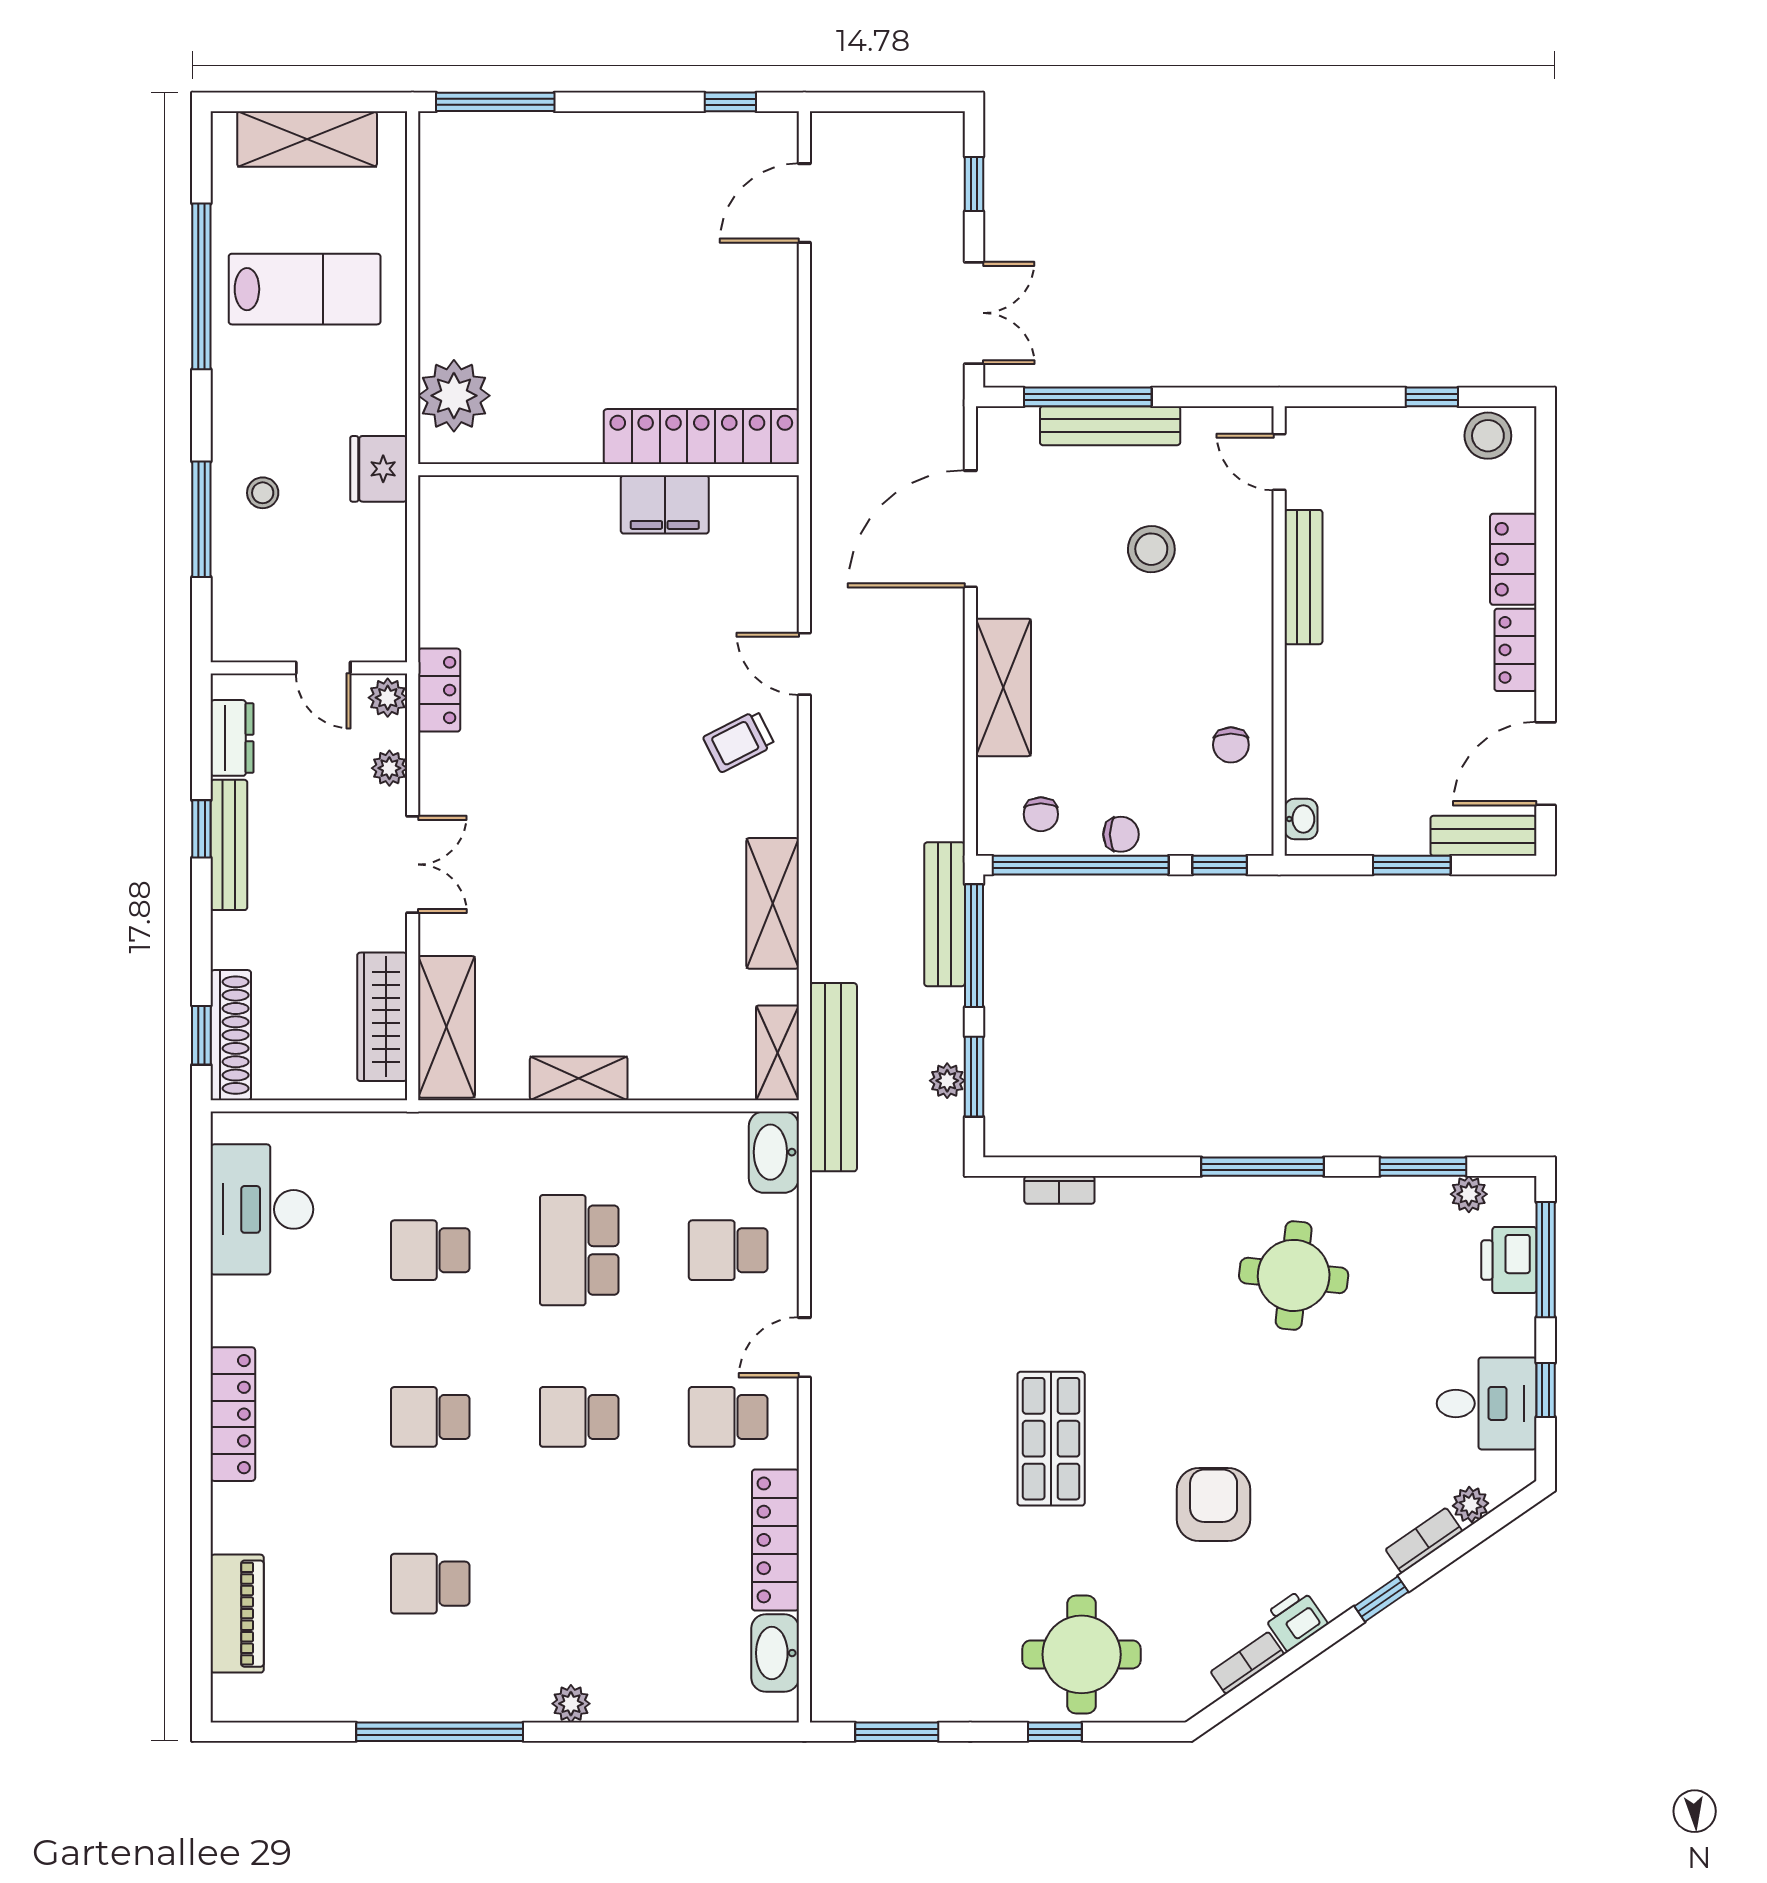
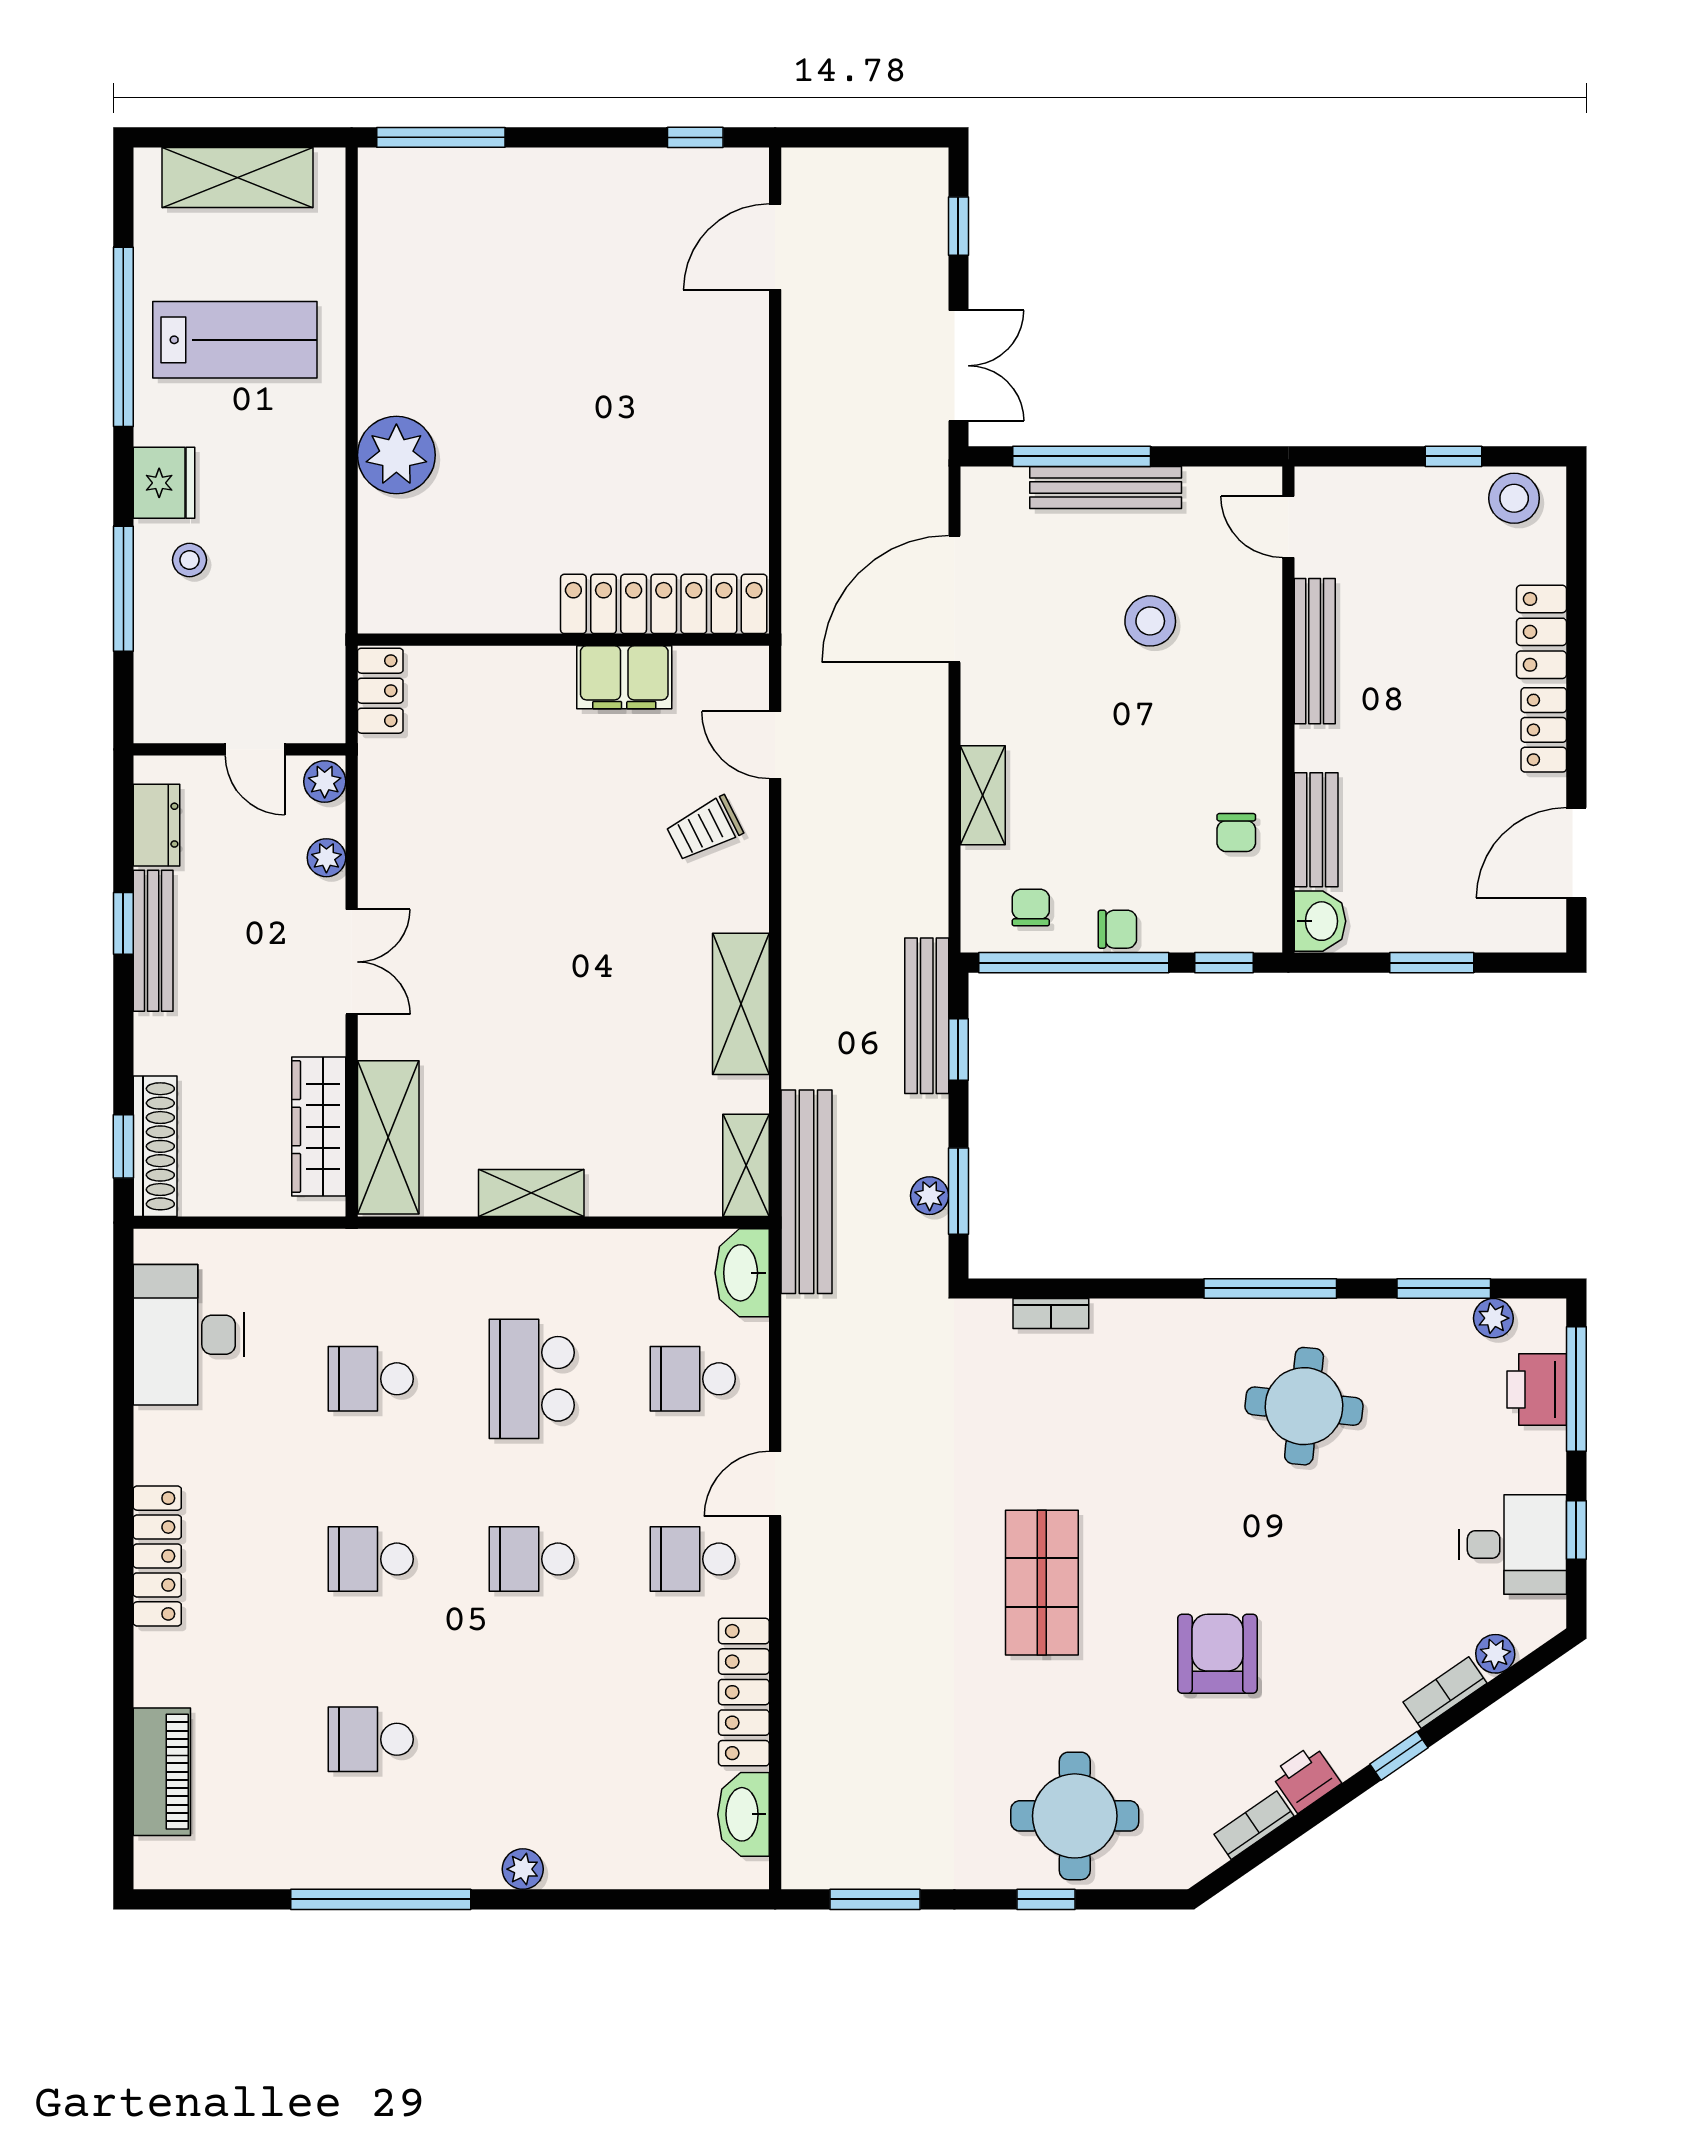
locker: (701, 437) -> (664, 604), moved
fridge: (379, 469) -> (164, 483), moved, turned 180
wall: (608, 470) -> (563, 640), moved
filing cabinet: (665, 504) -> (624, 677), moved
shelving: (1003, 687) -> (983, 795), width x0.67, depth x0.75
locker: (439, 690) -> (380, 691), moved
chair: (1041, 814) -> (1031, 908), turned 180
washbasin: (1301, 819) -> (1320, 921), width x1.38, depth x1.45
bench: (1483, 836) -> (1316, 830), moved, turned 90
window: (974, 946) -> (958, 1050), width x0.46

